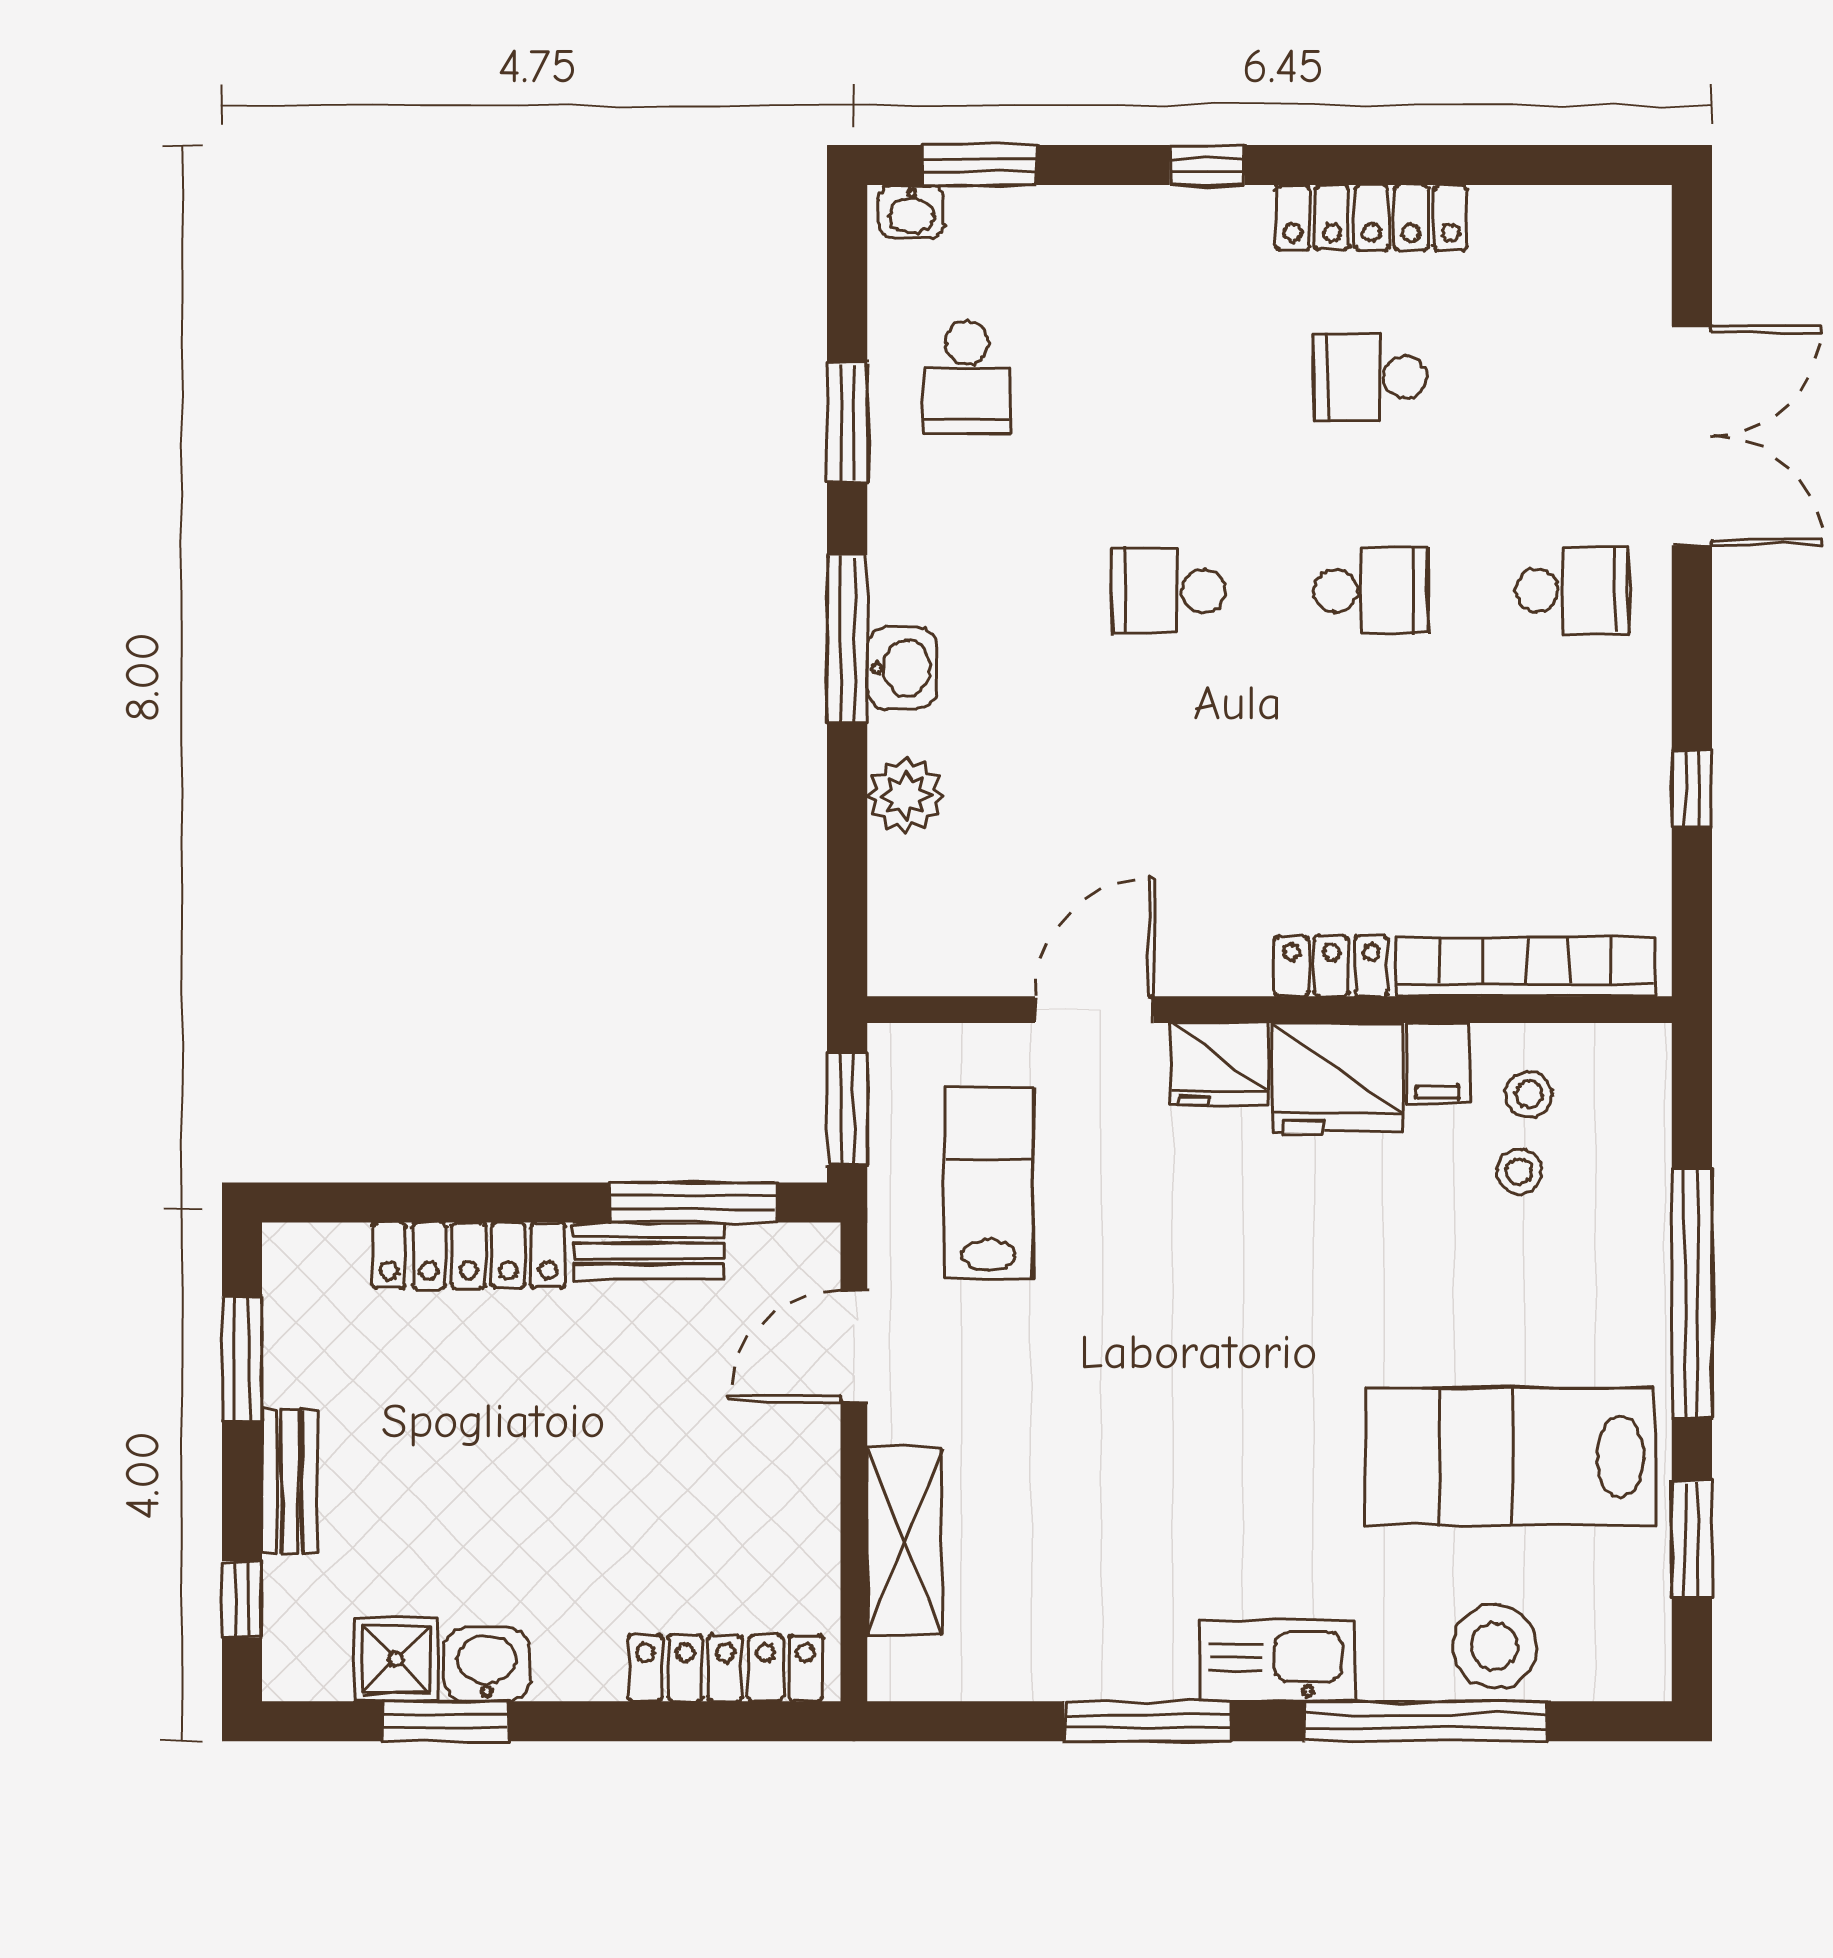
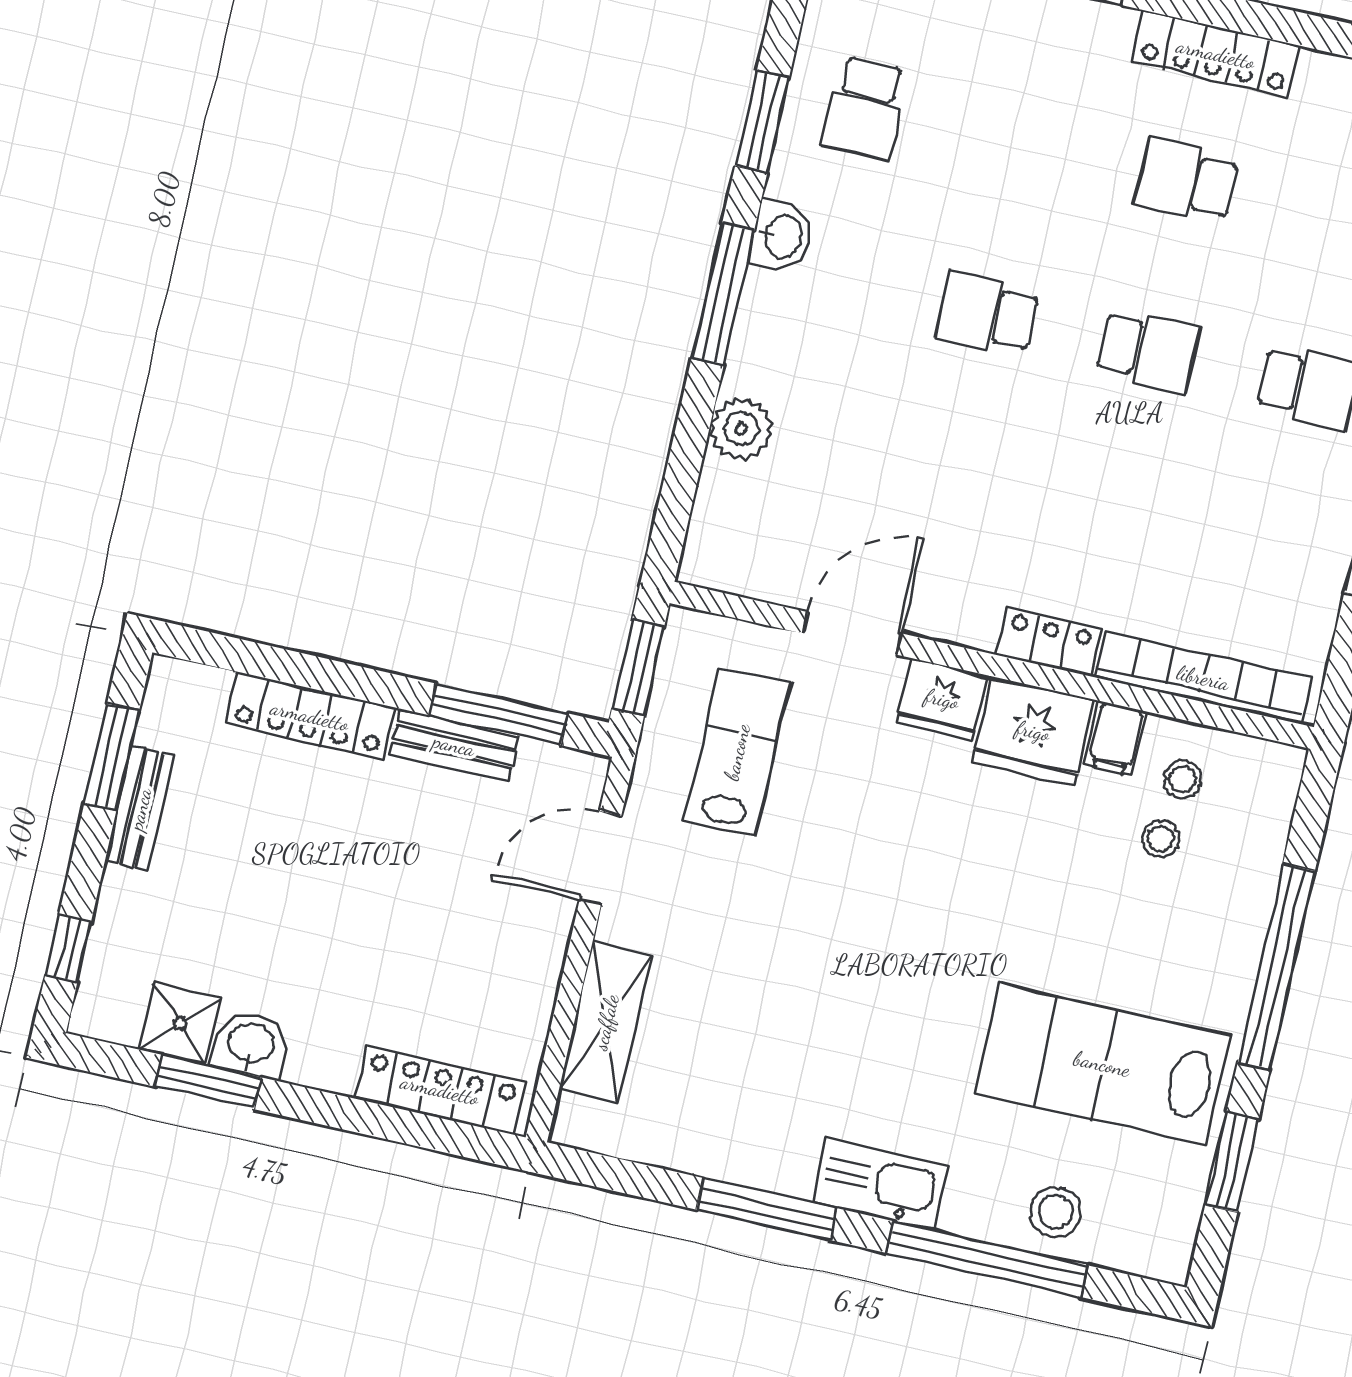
washbasin: (902, 668) -> (782, 236), moved
bench: (290, 1481) -> (140, 809), moved
stool: (1495, 1647) -> (1056, 1212), width x0.73, depth x0.73

